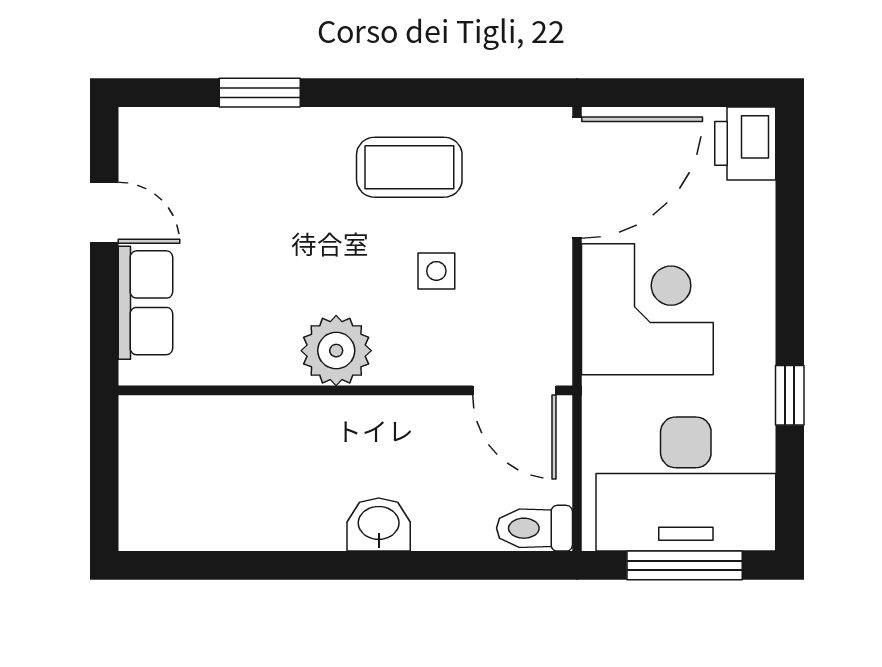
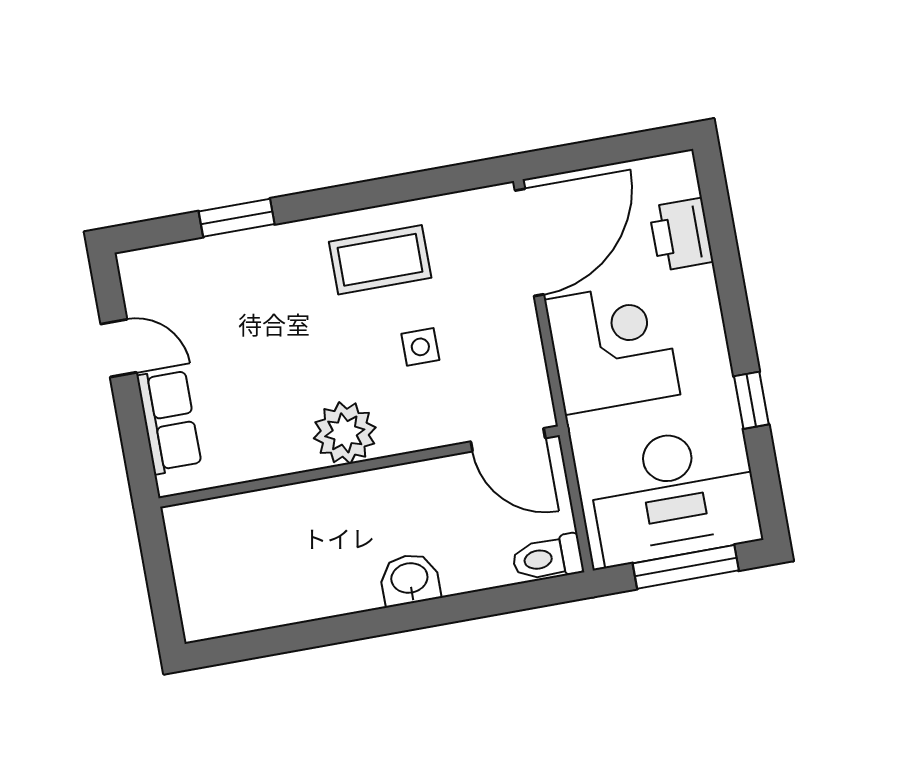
printer: (745, 143) -> (681, 234), moved

